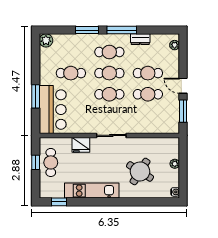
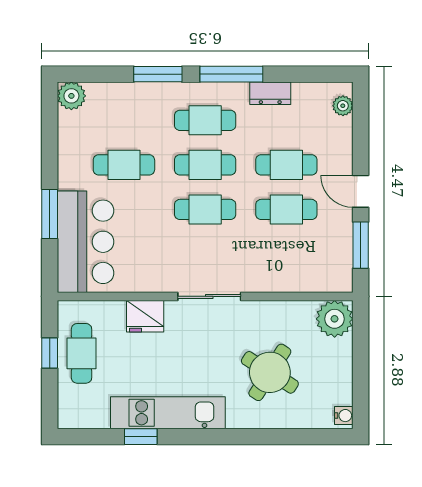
plant: (175, 164) -> (335, 319), moved, width x1.87, depth x1.87
window: (59, 202) -> (141, 437), moved

